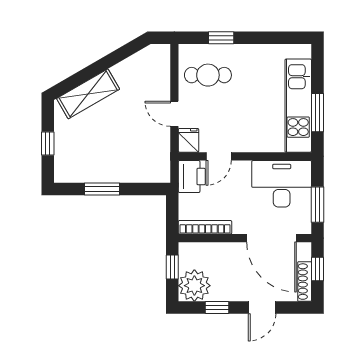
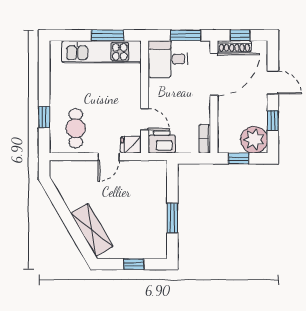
desk: (282, 184) -> (168, 59), width x0.73
bookcase: (205, 227) -> (205, 139), width x0.64
shoe rack: (305, 282) -> (234, 46), moved

